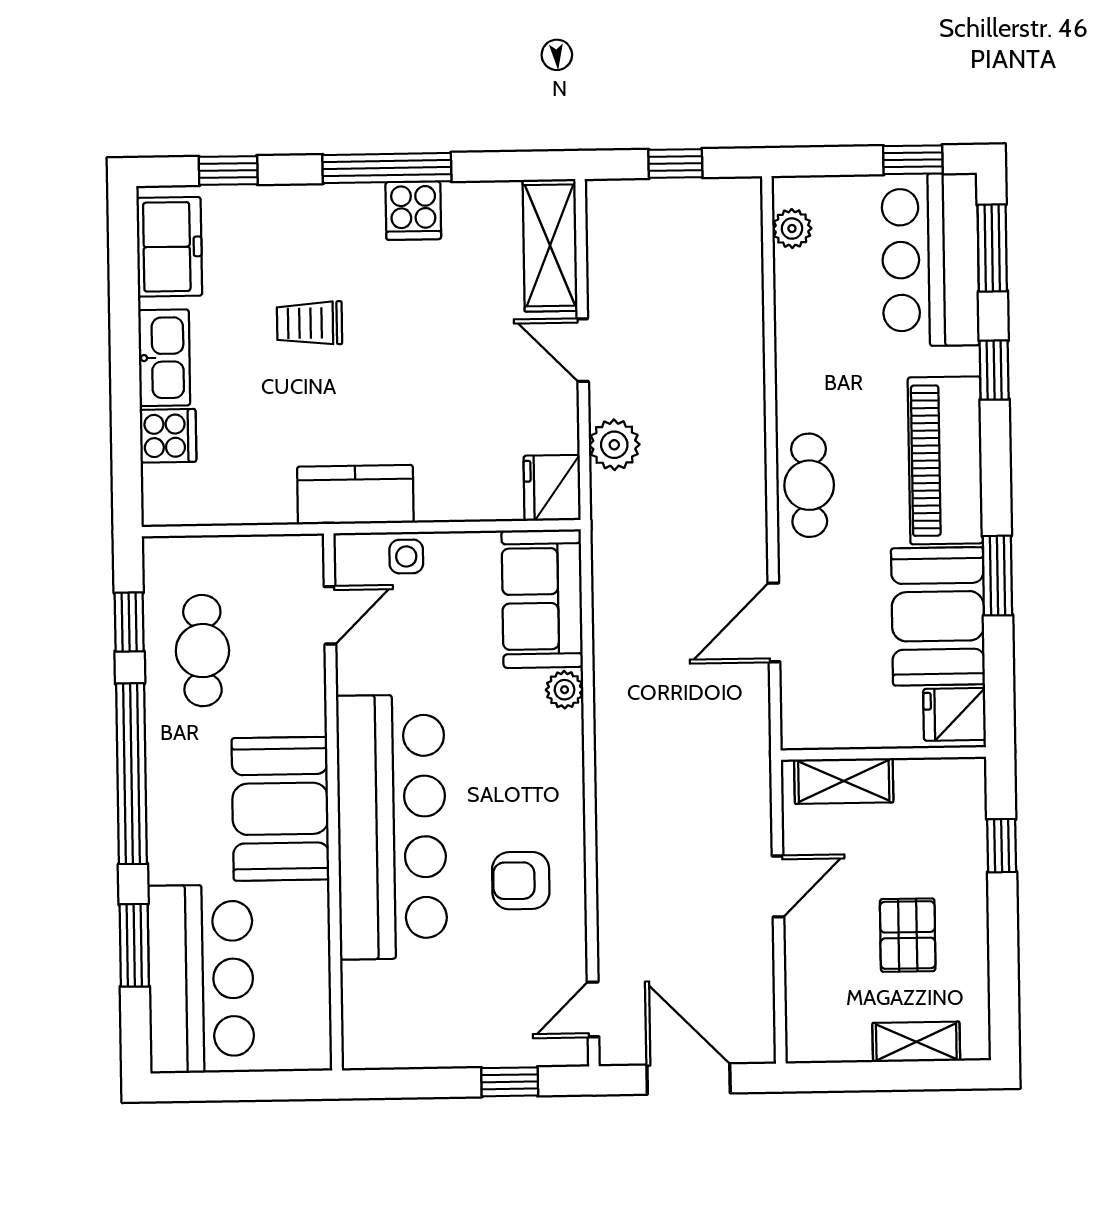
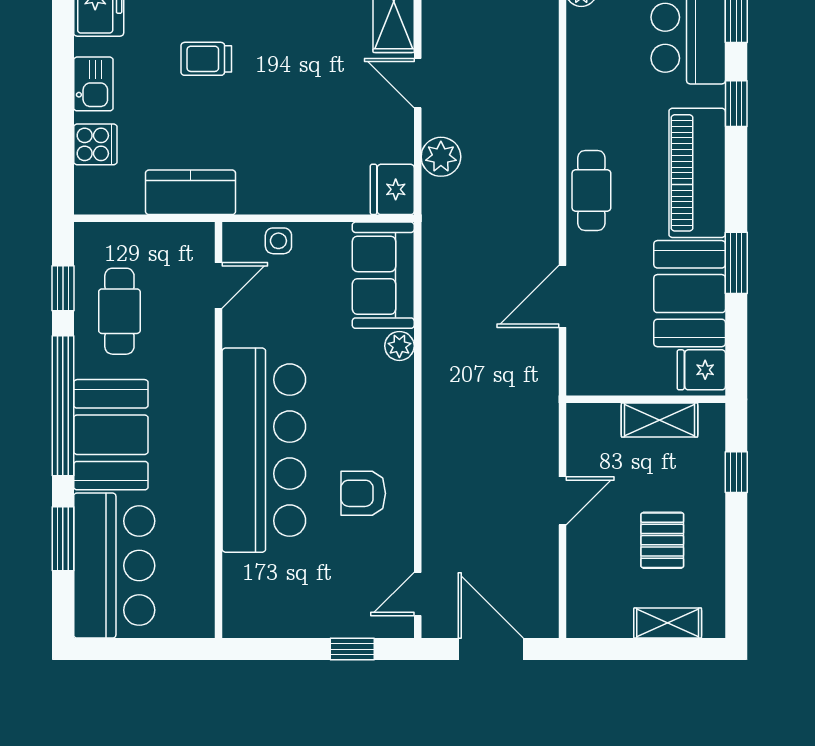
kitchen sink: (164, 358) -> (93, 84), width x0.73
kitchen counter: (355, 495) -> (191, 192), moved
shelving: (844, 781) -> (660, 420), moved
booth: (280, 809) -> (111, 435), moved

